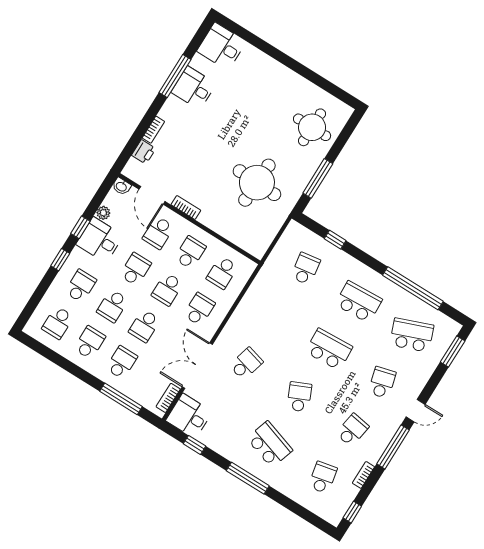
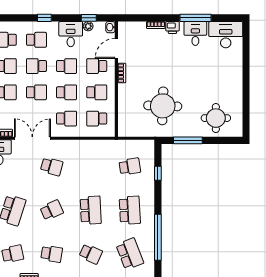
desk: (222, 46) -> (226, 35), width x1.37
printer: (144, 152) -> (172, 27), moved
window: (80, 227) -> (89, 18), moved
school desk: (167, 289) -> (67, 92), turned 180
school desk: (144, 326) -> (36, 92), turned 180
school desk: (382, 383) -> (91, 254), turned 39

